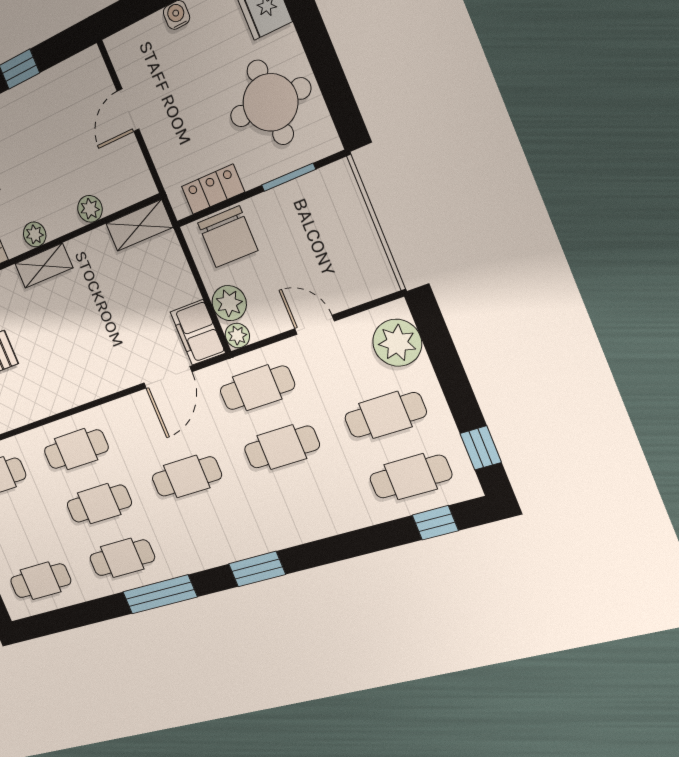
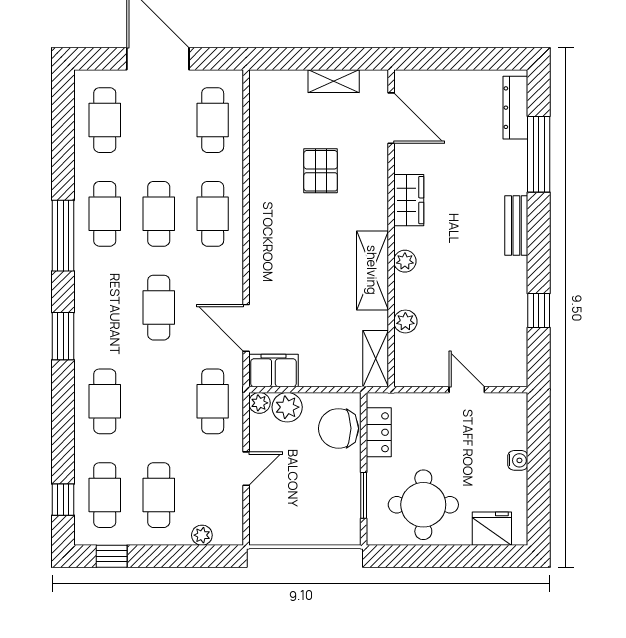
shelving: (44, 266) -> (372, 270), width x1.50, depth x1.33
plant: (397, 343) -> (202, 535), width x0.53, depth x0.53
cafe table: (282, 447) -> (105, 401), moved

